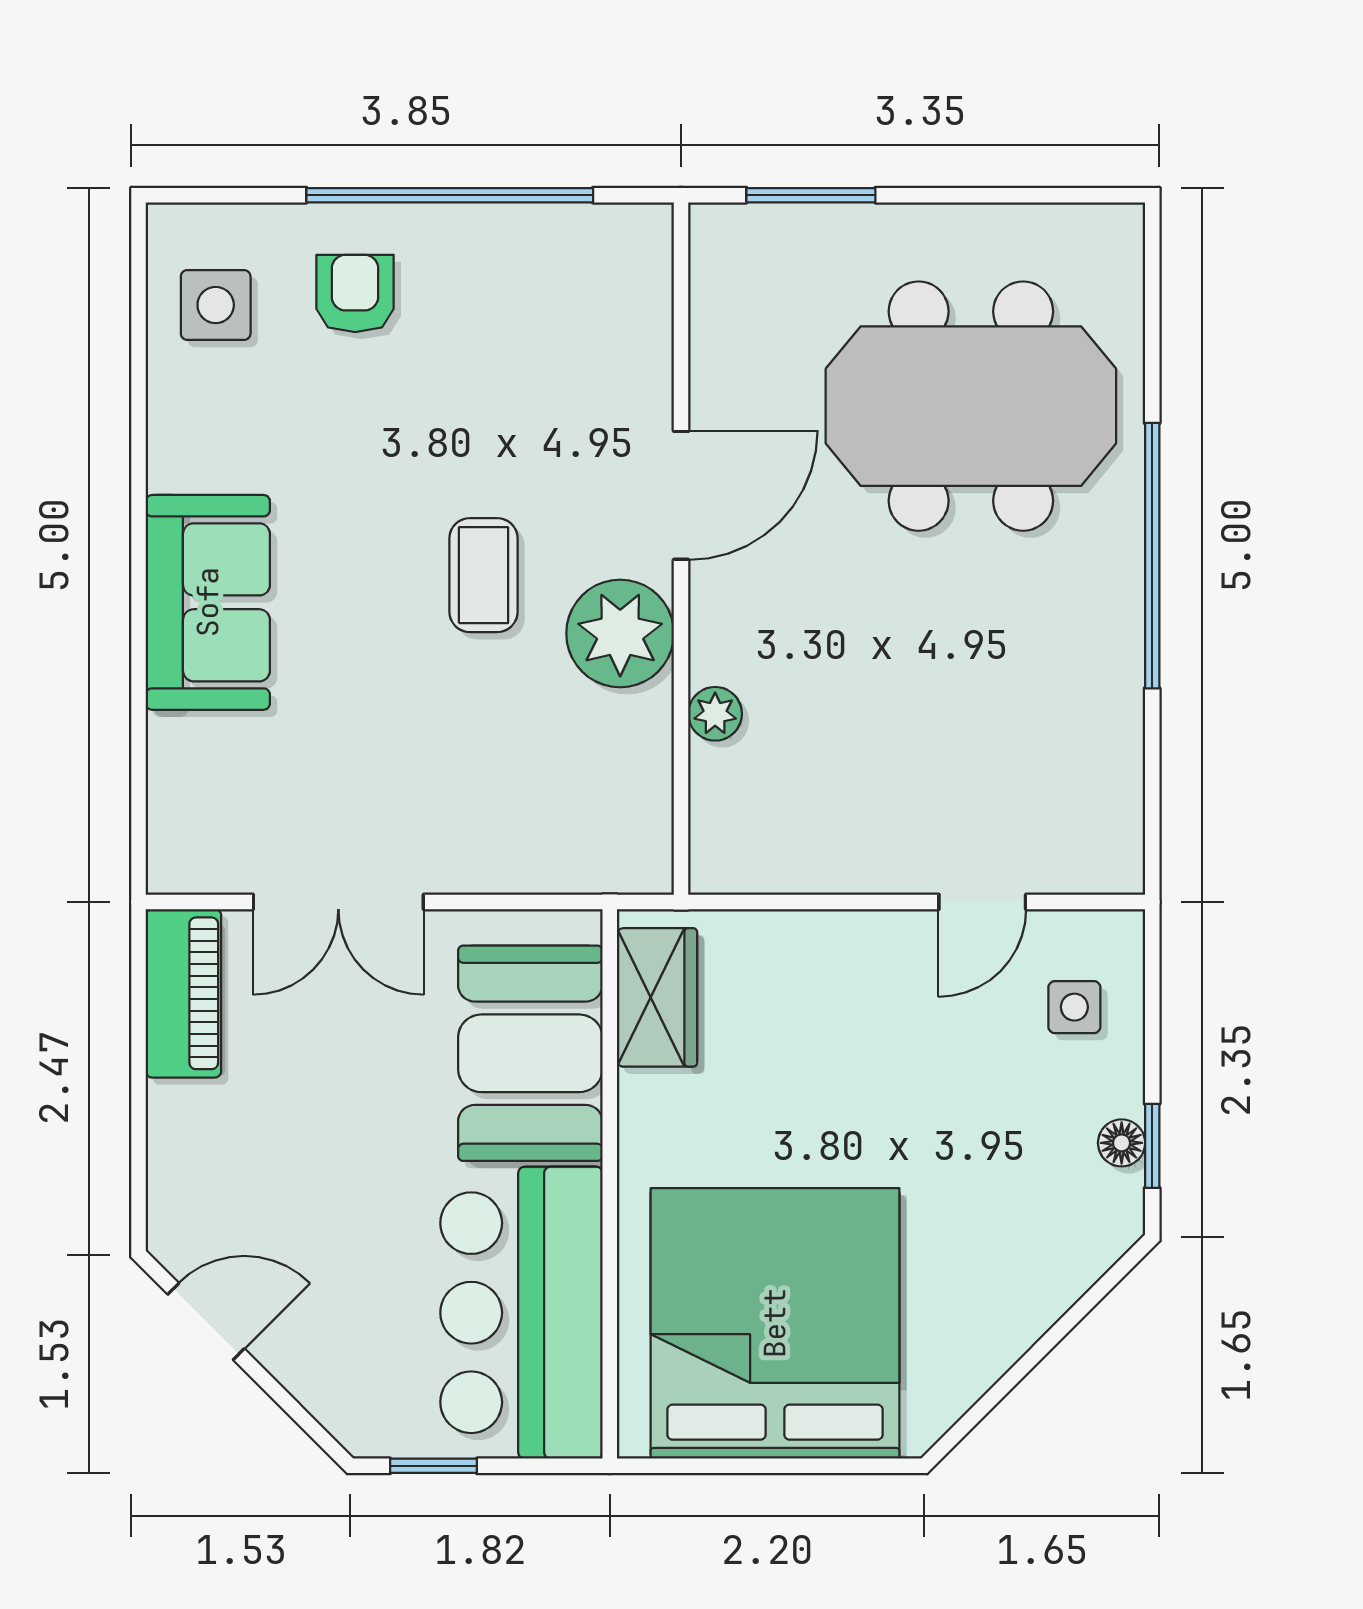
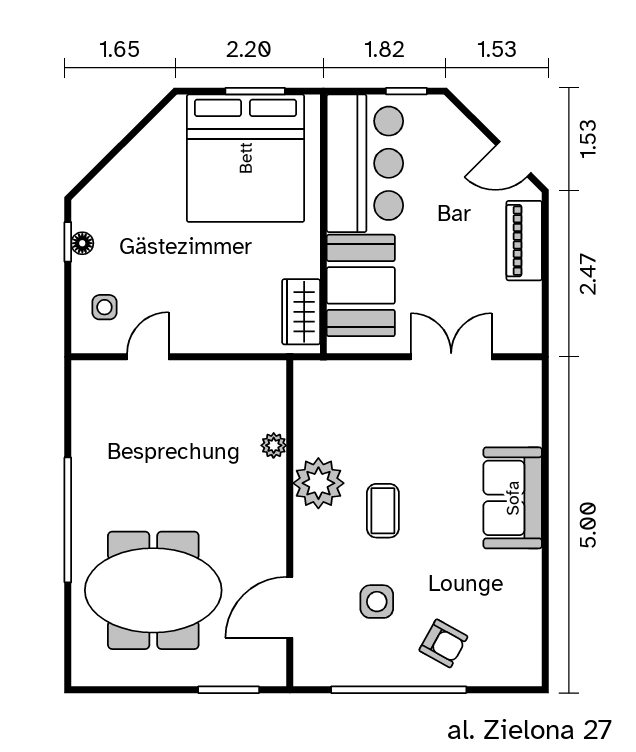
armchair: (355, 293) -> (443, 643), turned -61
side table: (216, 305) -> (377, 602), moved
door: (681, 495) -> (290, 607), moved
piano: (183, 993) -> (524, 241), moved
window: (754, 1466) -> (255, 91), added

